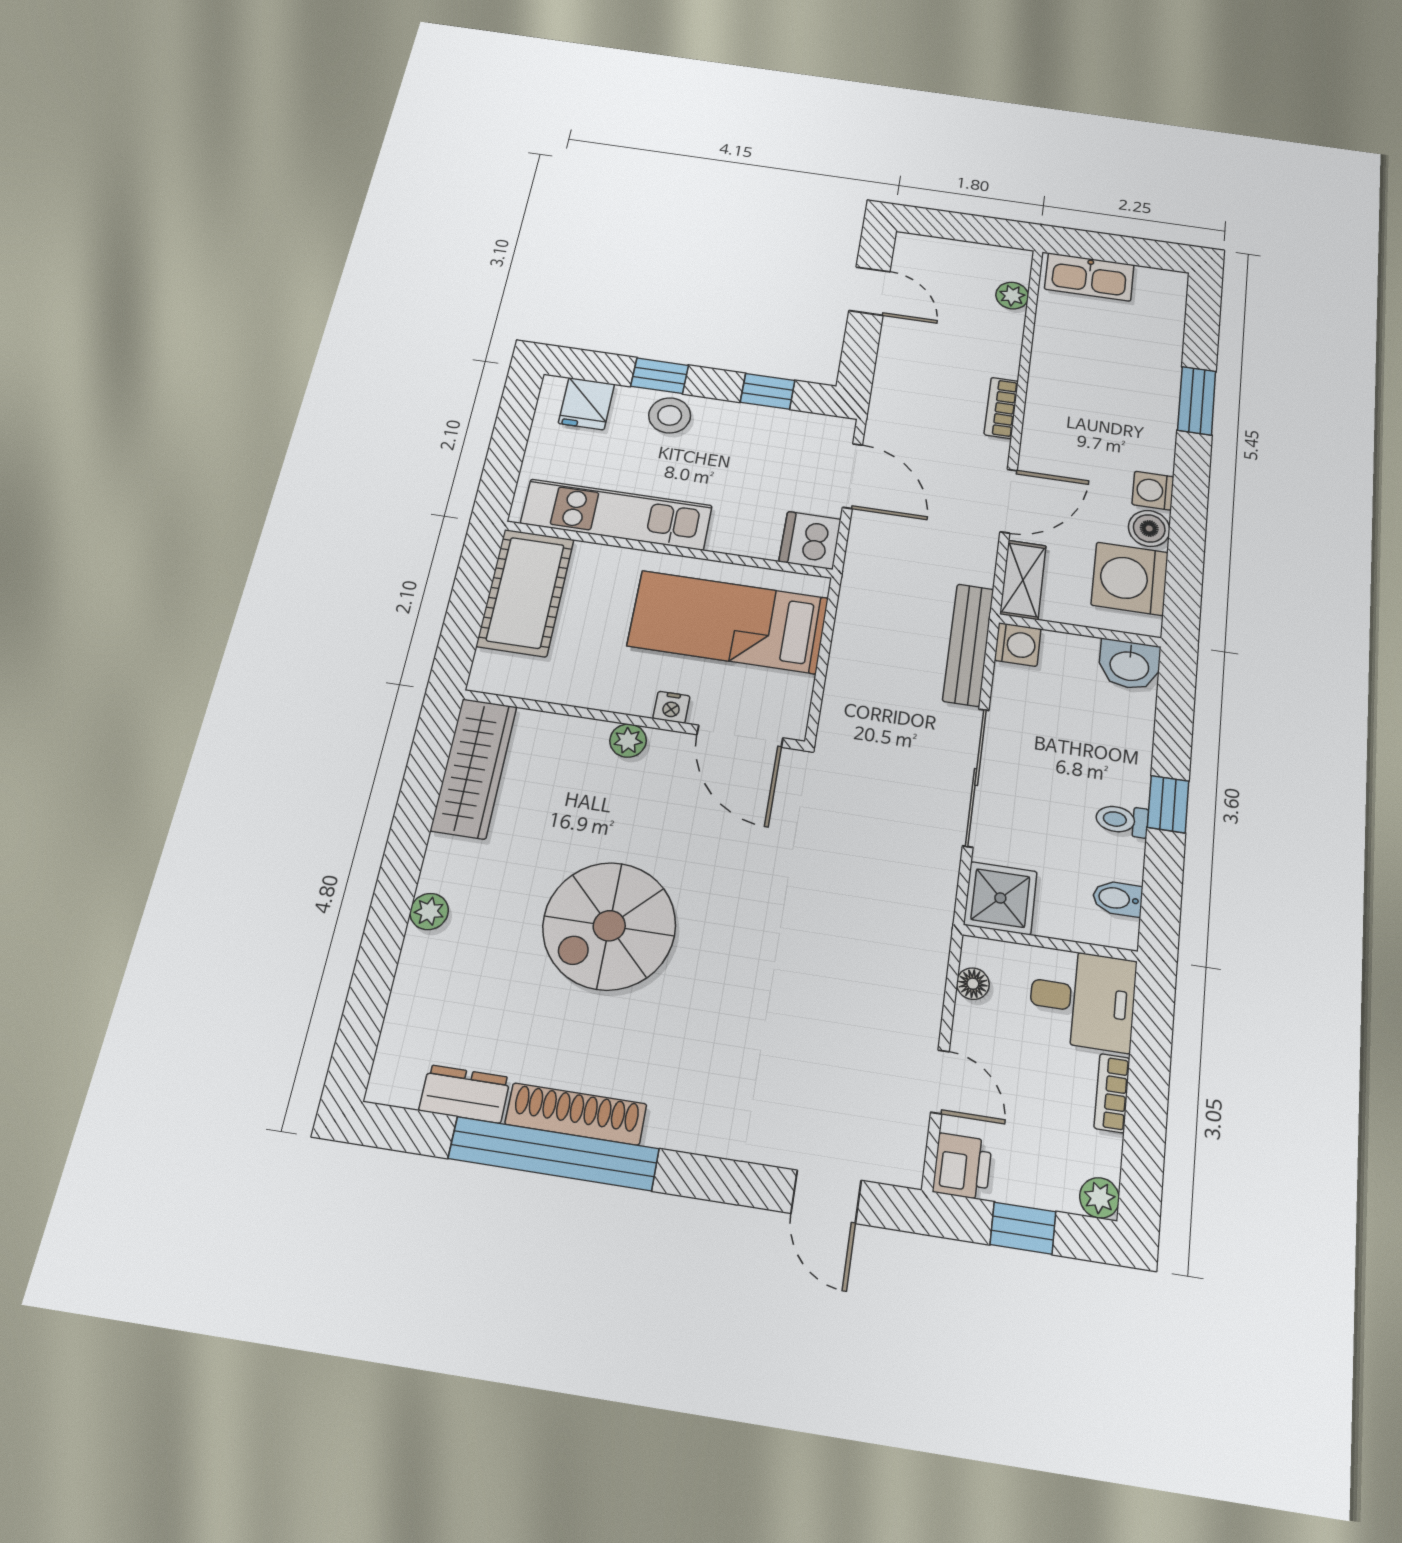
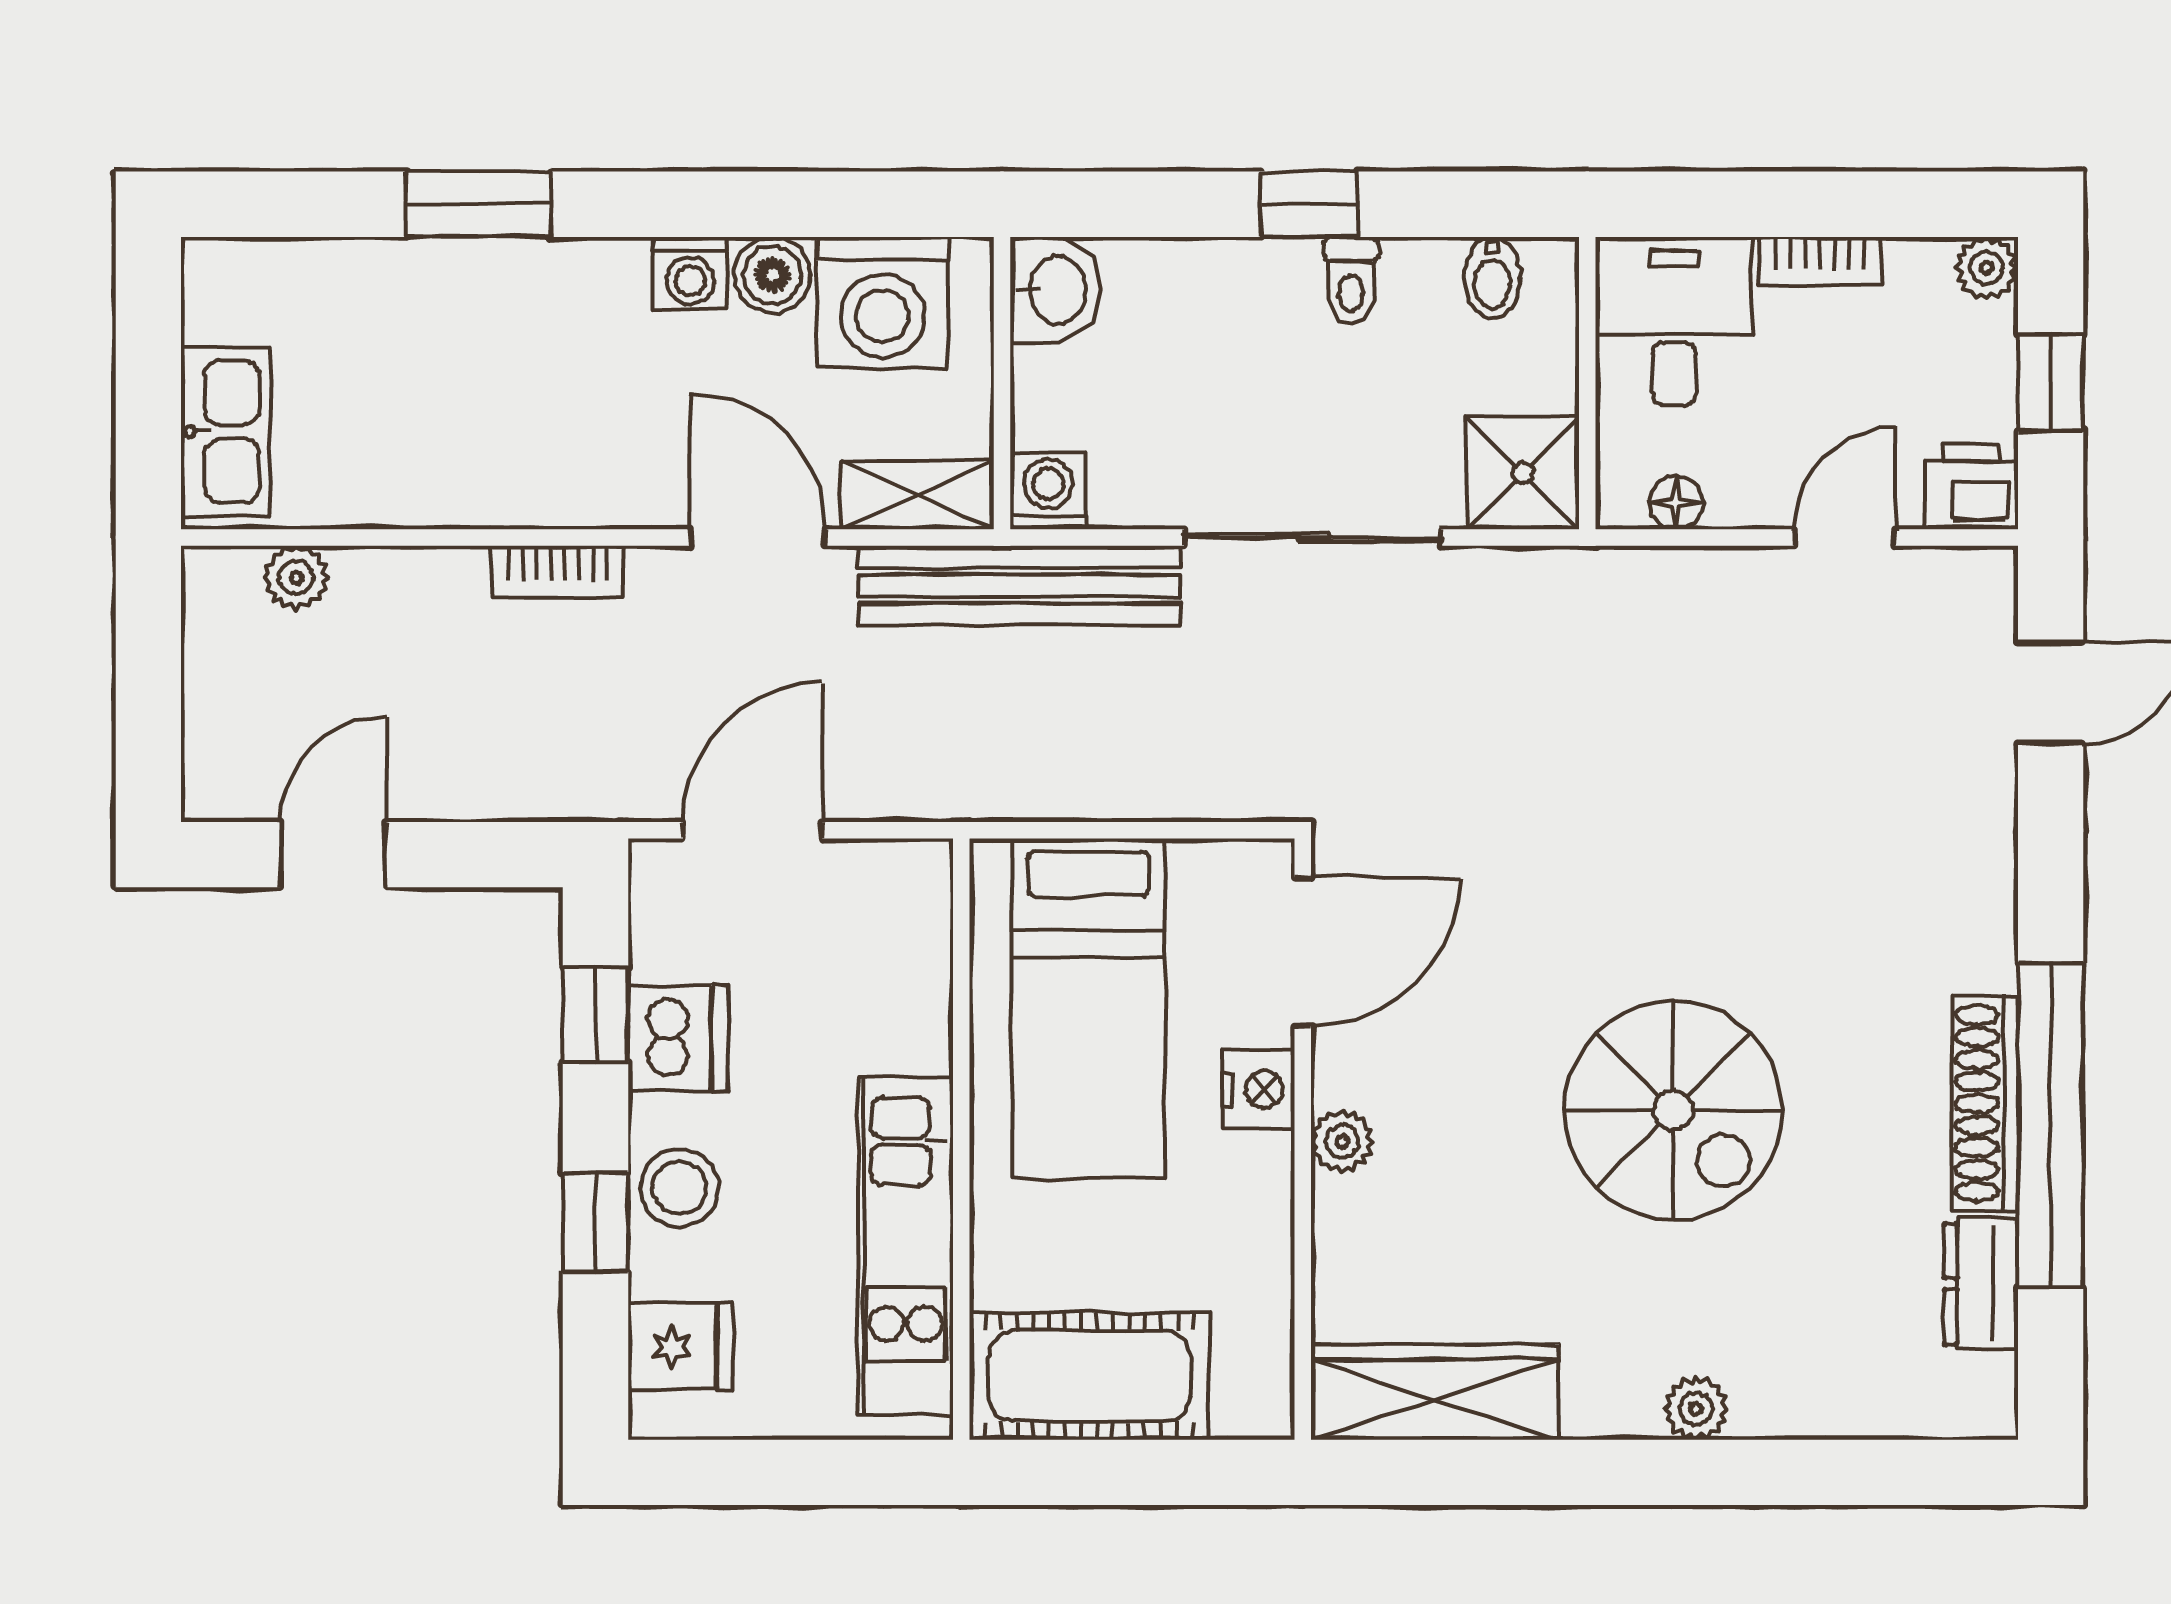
dishwasher: (810, 540) -> (678, 1038), moved, turned -90
bench: (968, 645) -> (1020, 586), width x1.37, depth x1.21
nightstand: (671, 707) -> (1259, 1090), width x1.39, depth x1.35

